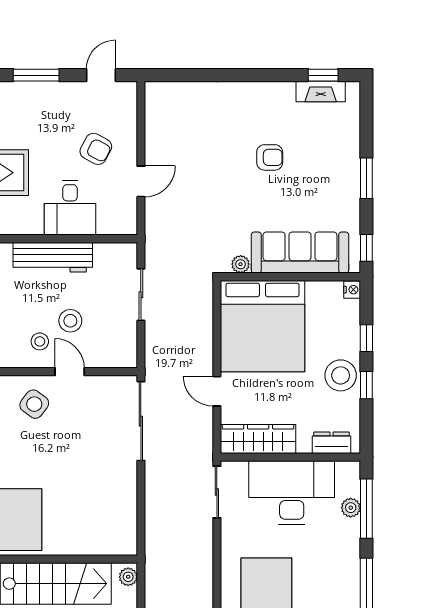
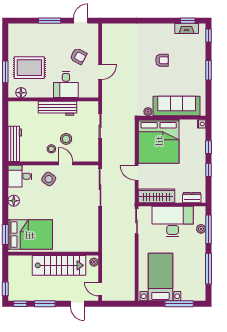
window: (366, 248) -> (209, 35), moved
stool: (341, 375) -> (196, 165), removed

